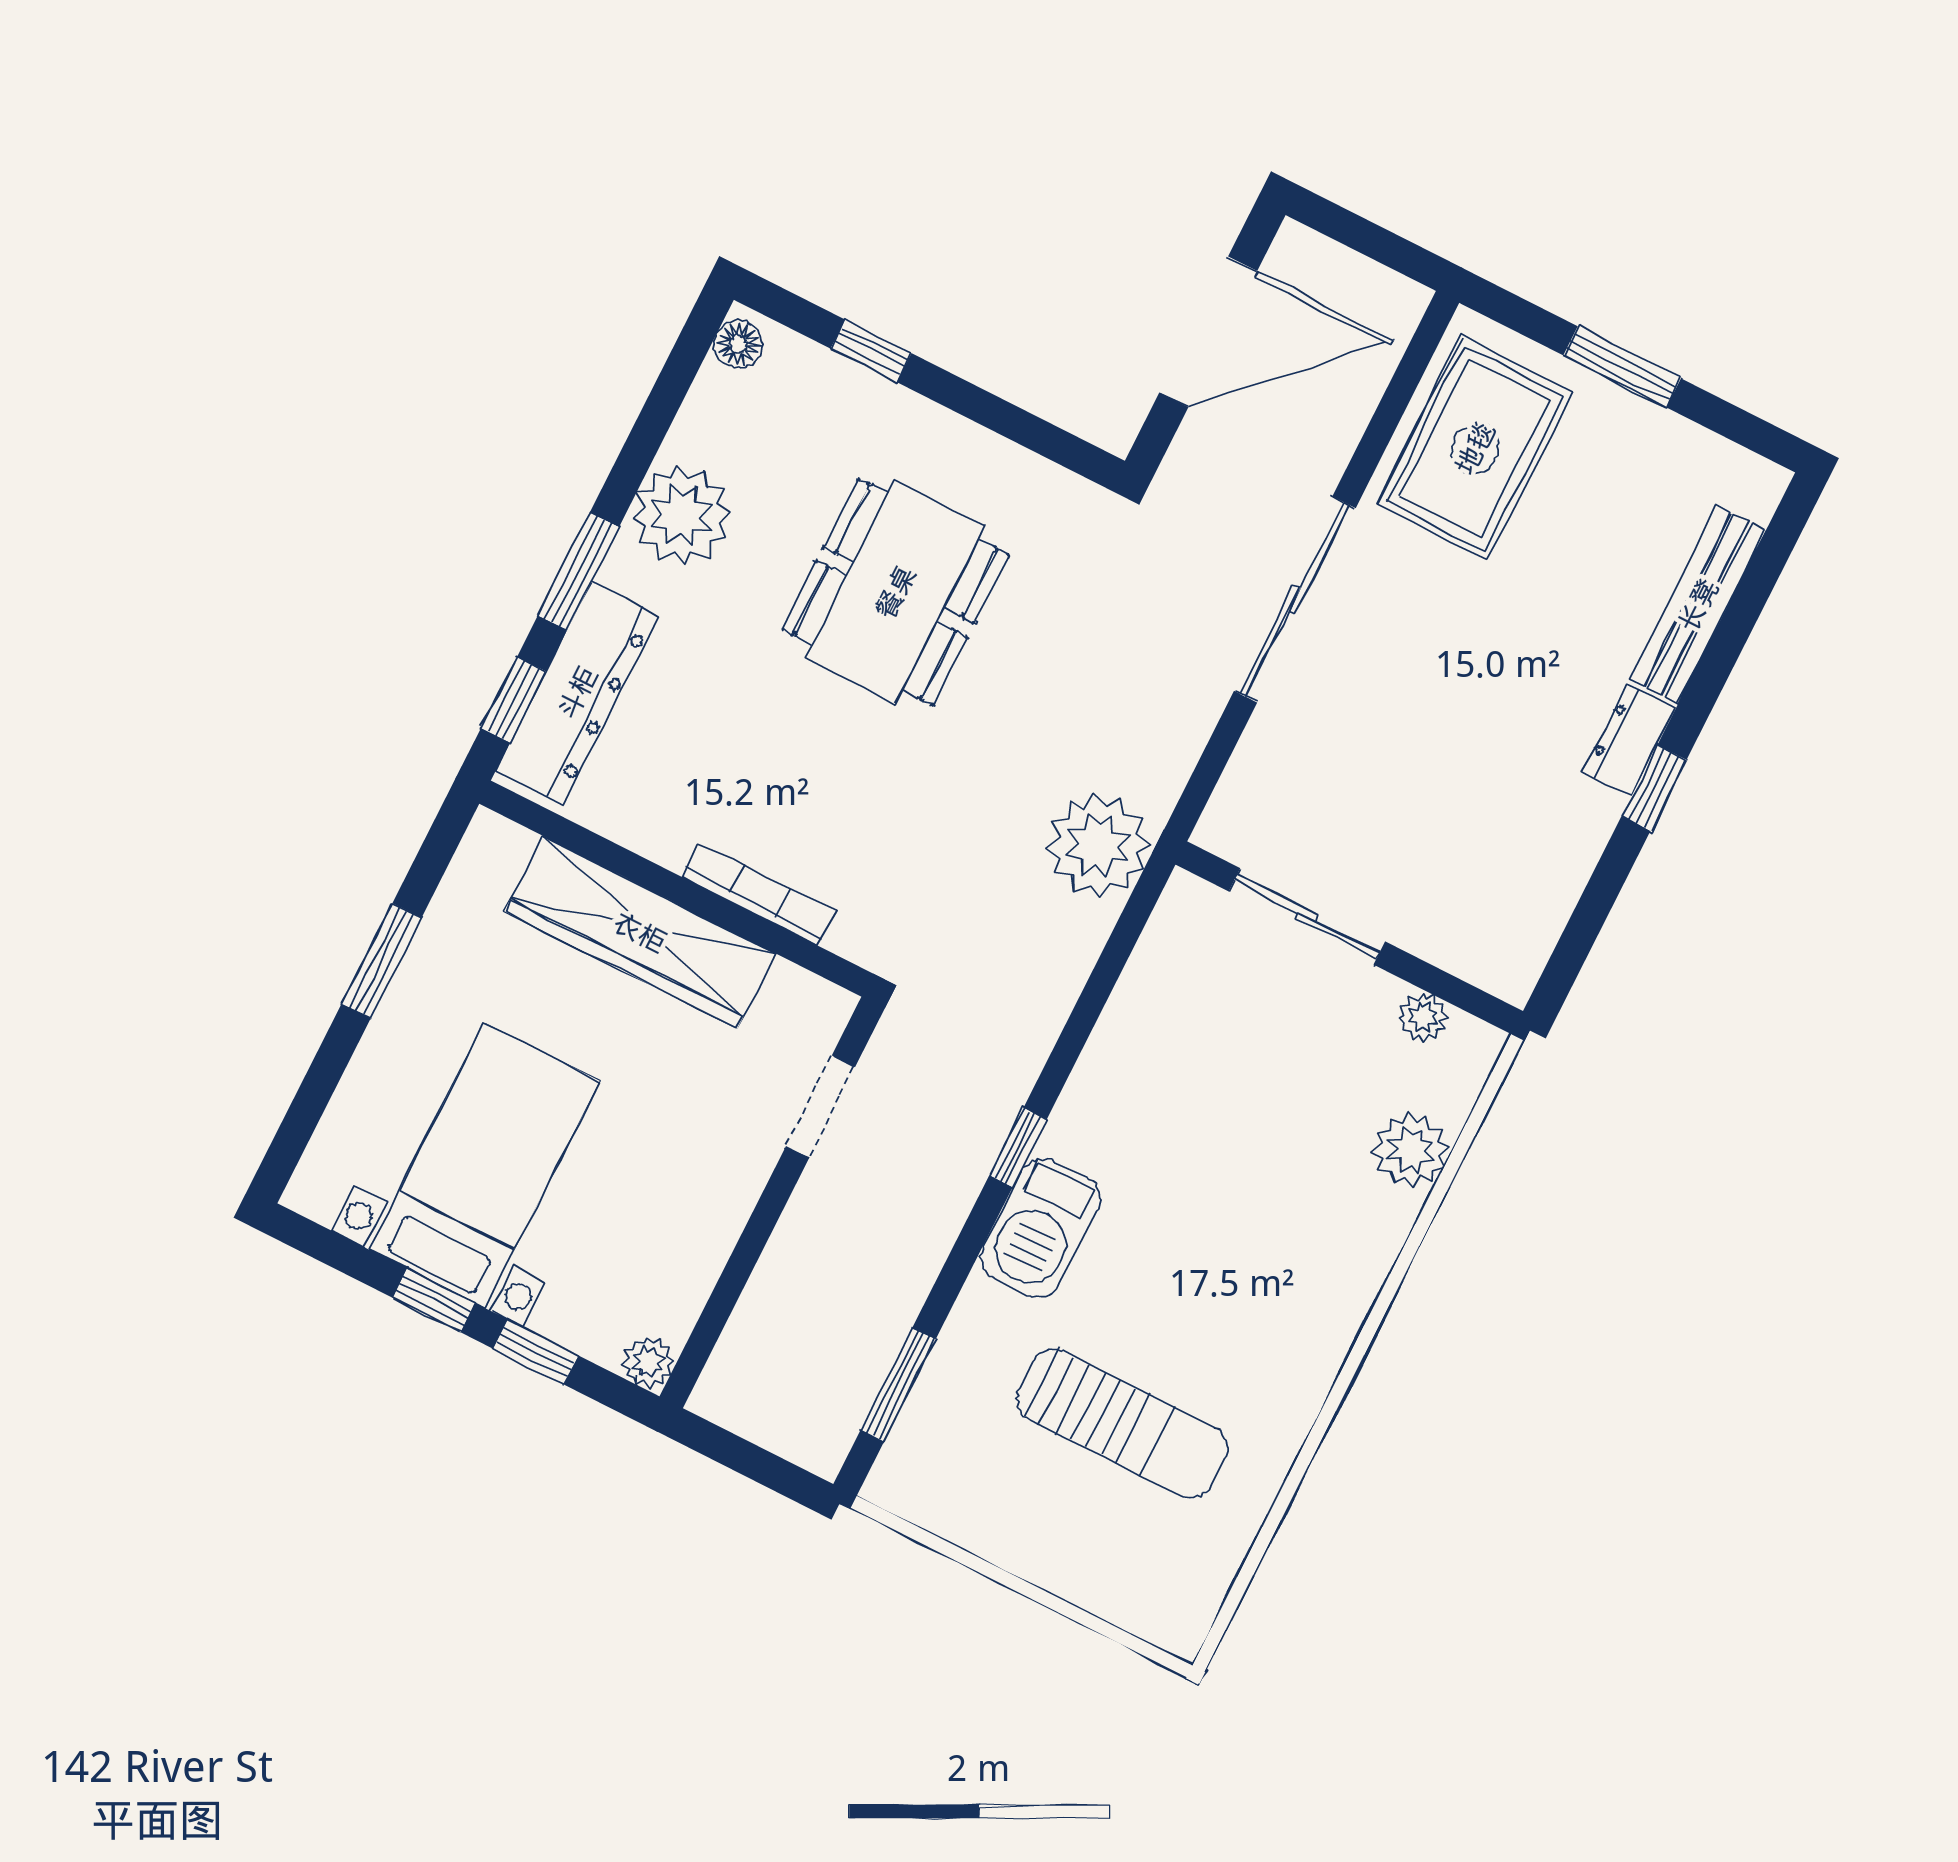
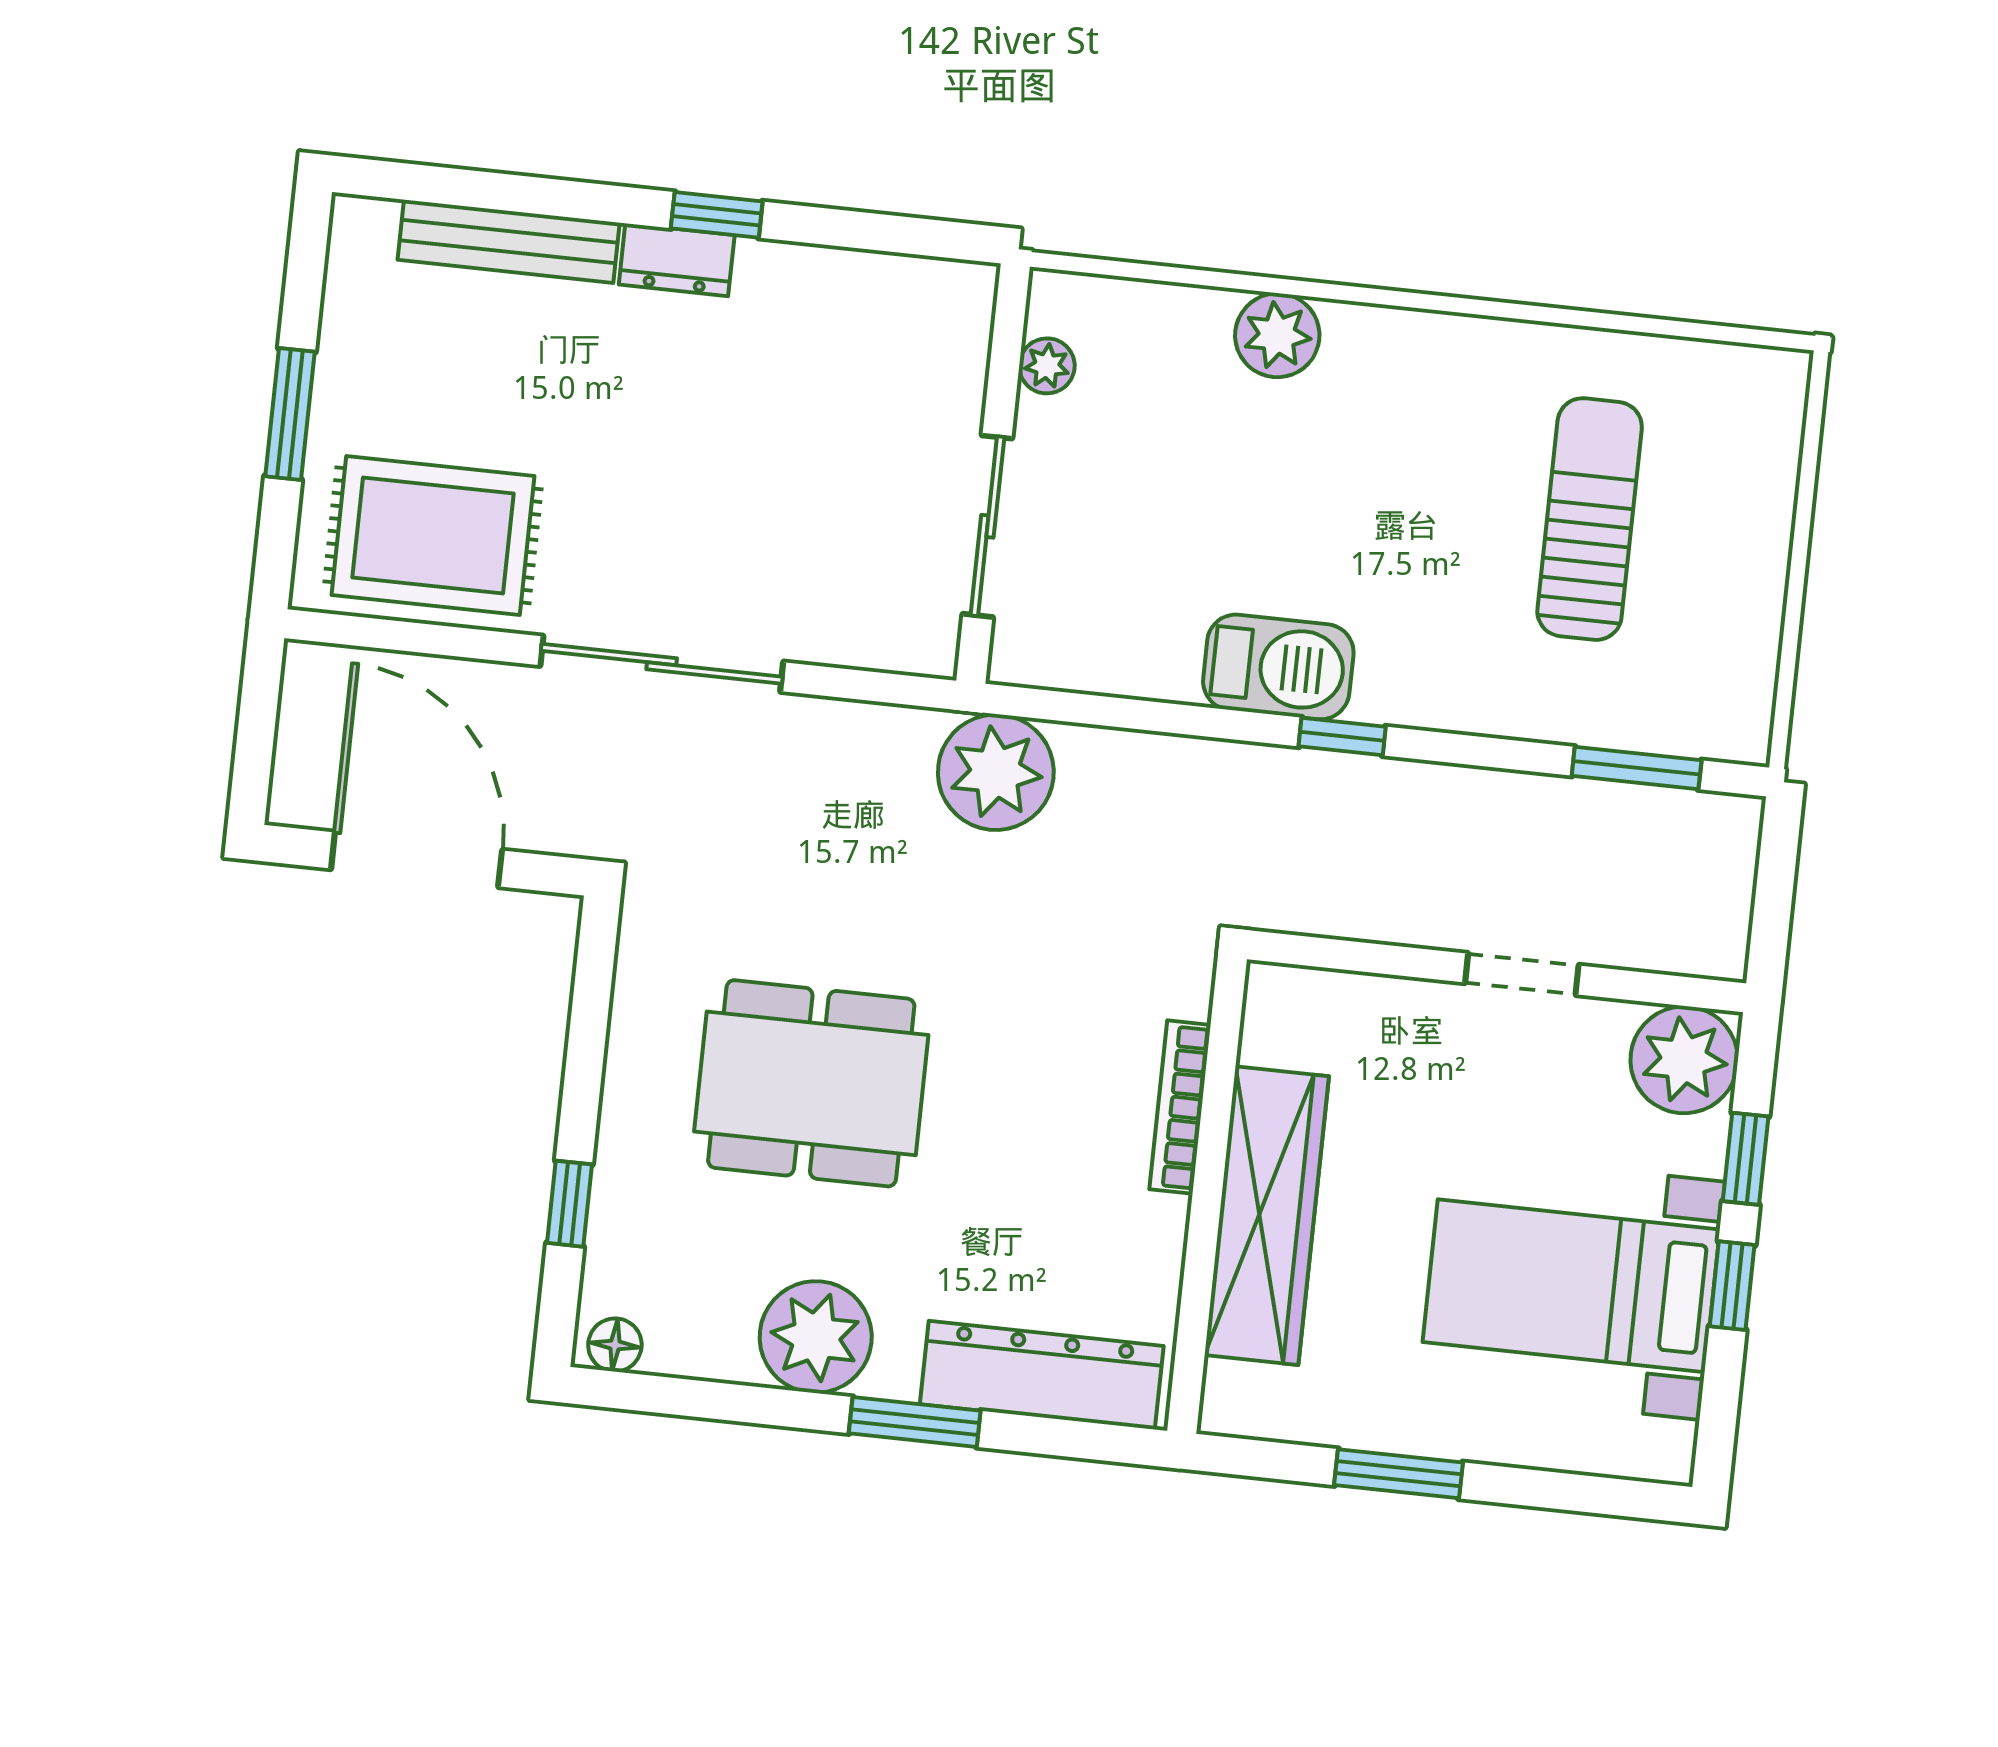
window: (513, 700) -> (1074, 1439), removed
doorway: (820, 1107) -> (1522, 974), moved
plant: (1411, 1150) -> (1277, 335), moved
barbecue: (1040, 1228) -> (1278, 667), moved
plant: (648, 1362) -> (1684, 1060), width x1.87, depth x1.87

